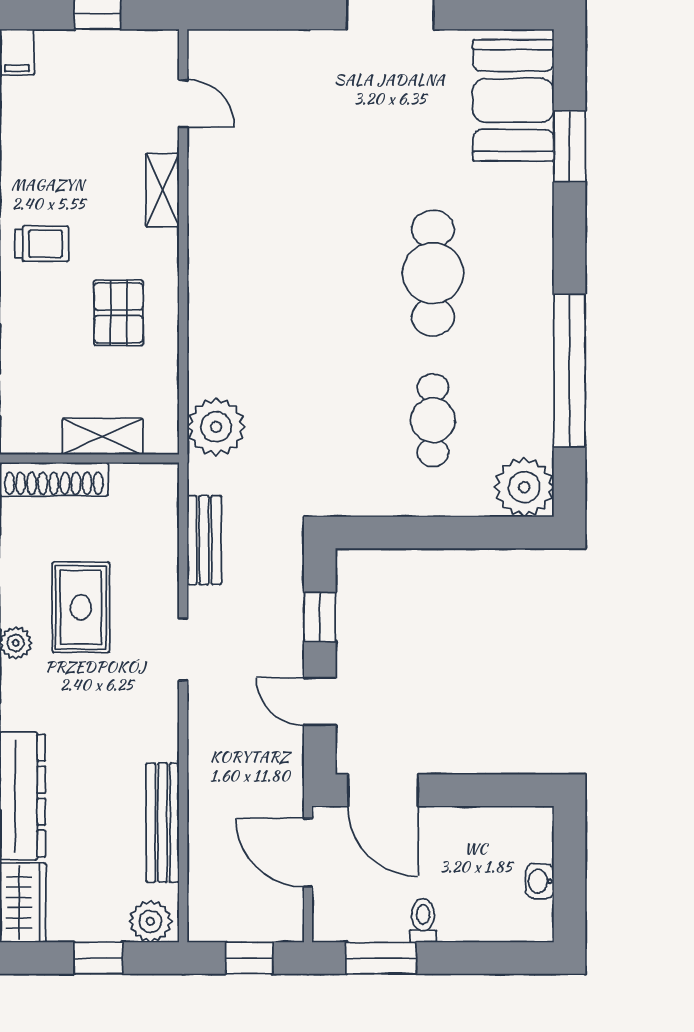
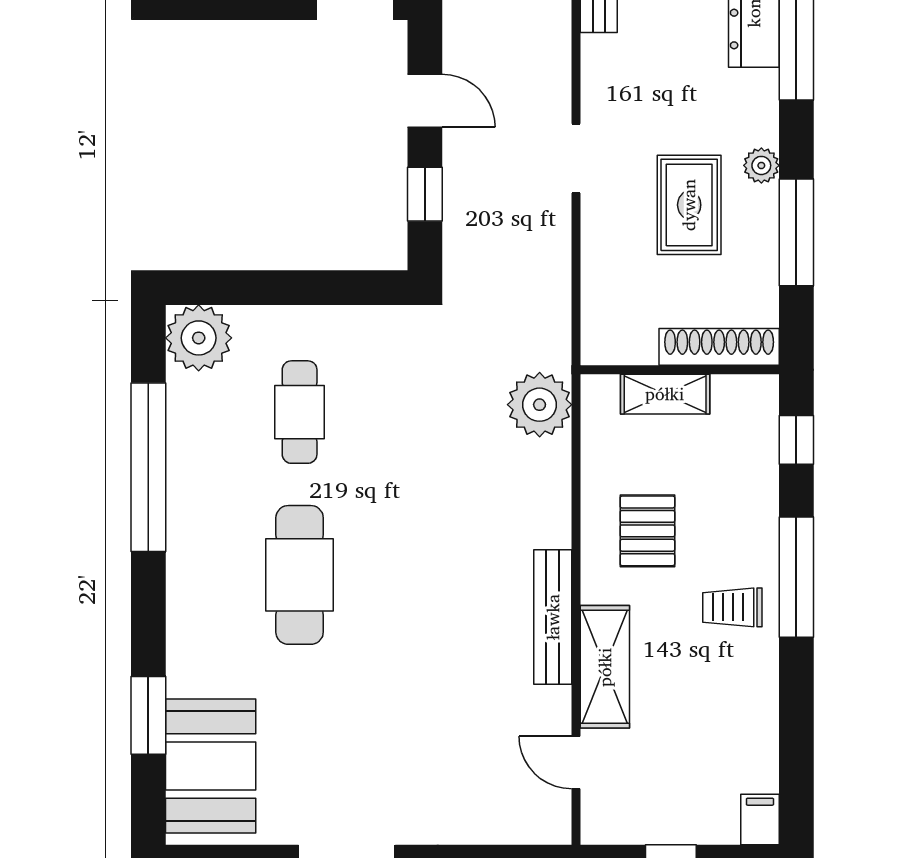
shelving: (163, 190) -> (605, 667), width x1.50, depth x1.33
bench: (204, 540) -> (553, 617), moved, width x1.36

